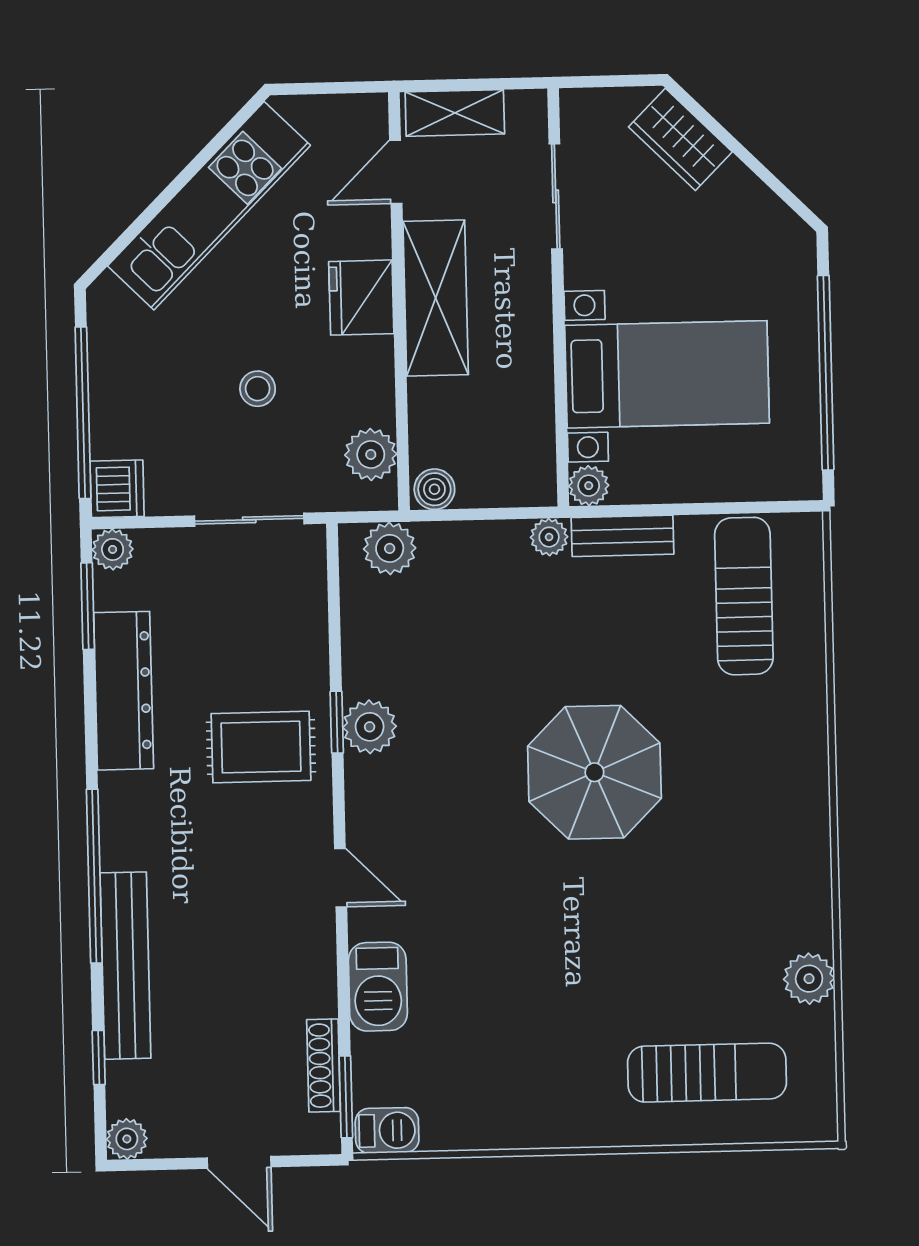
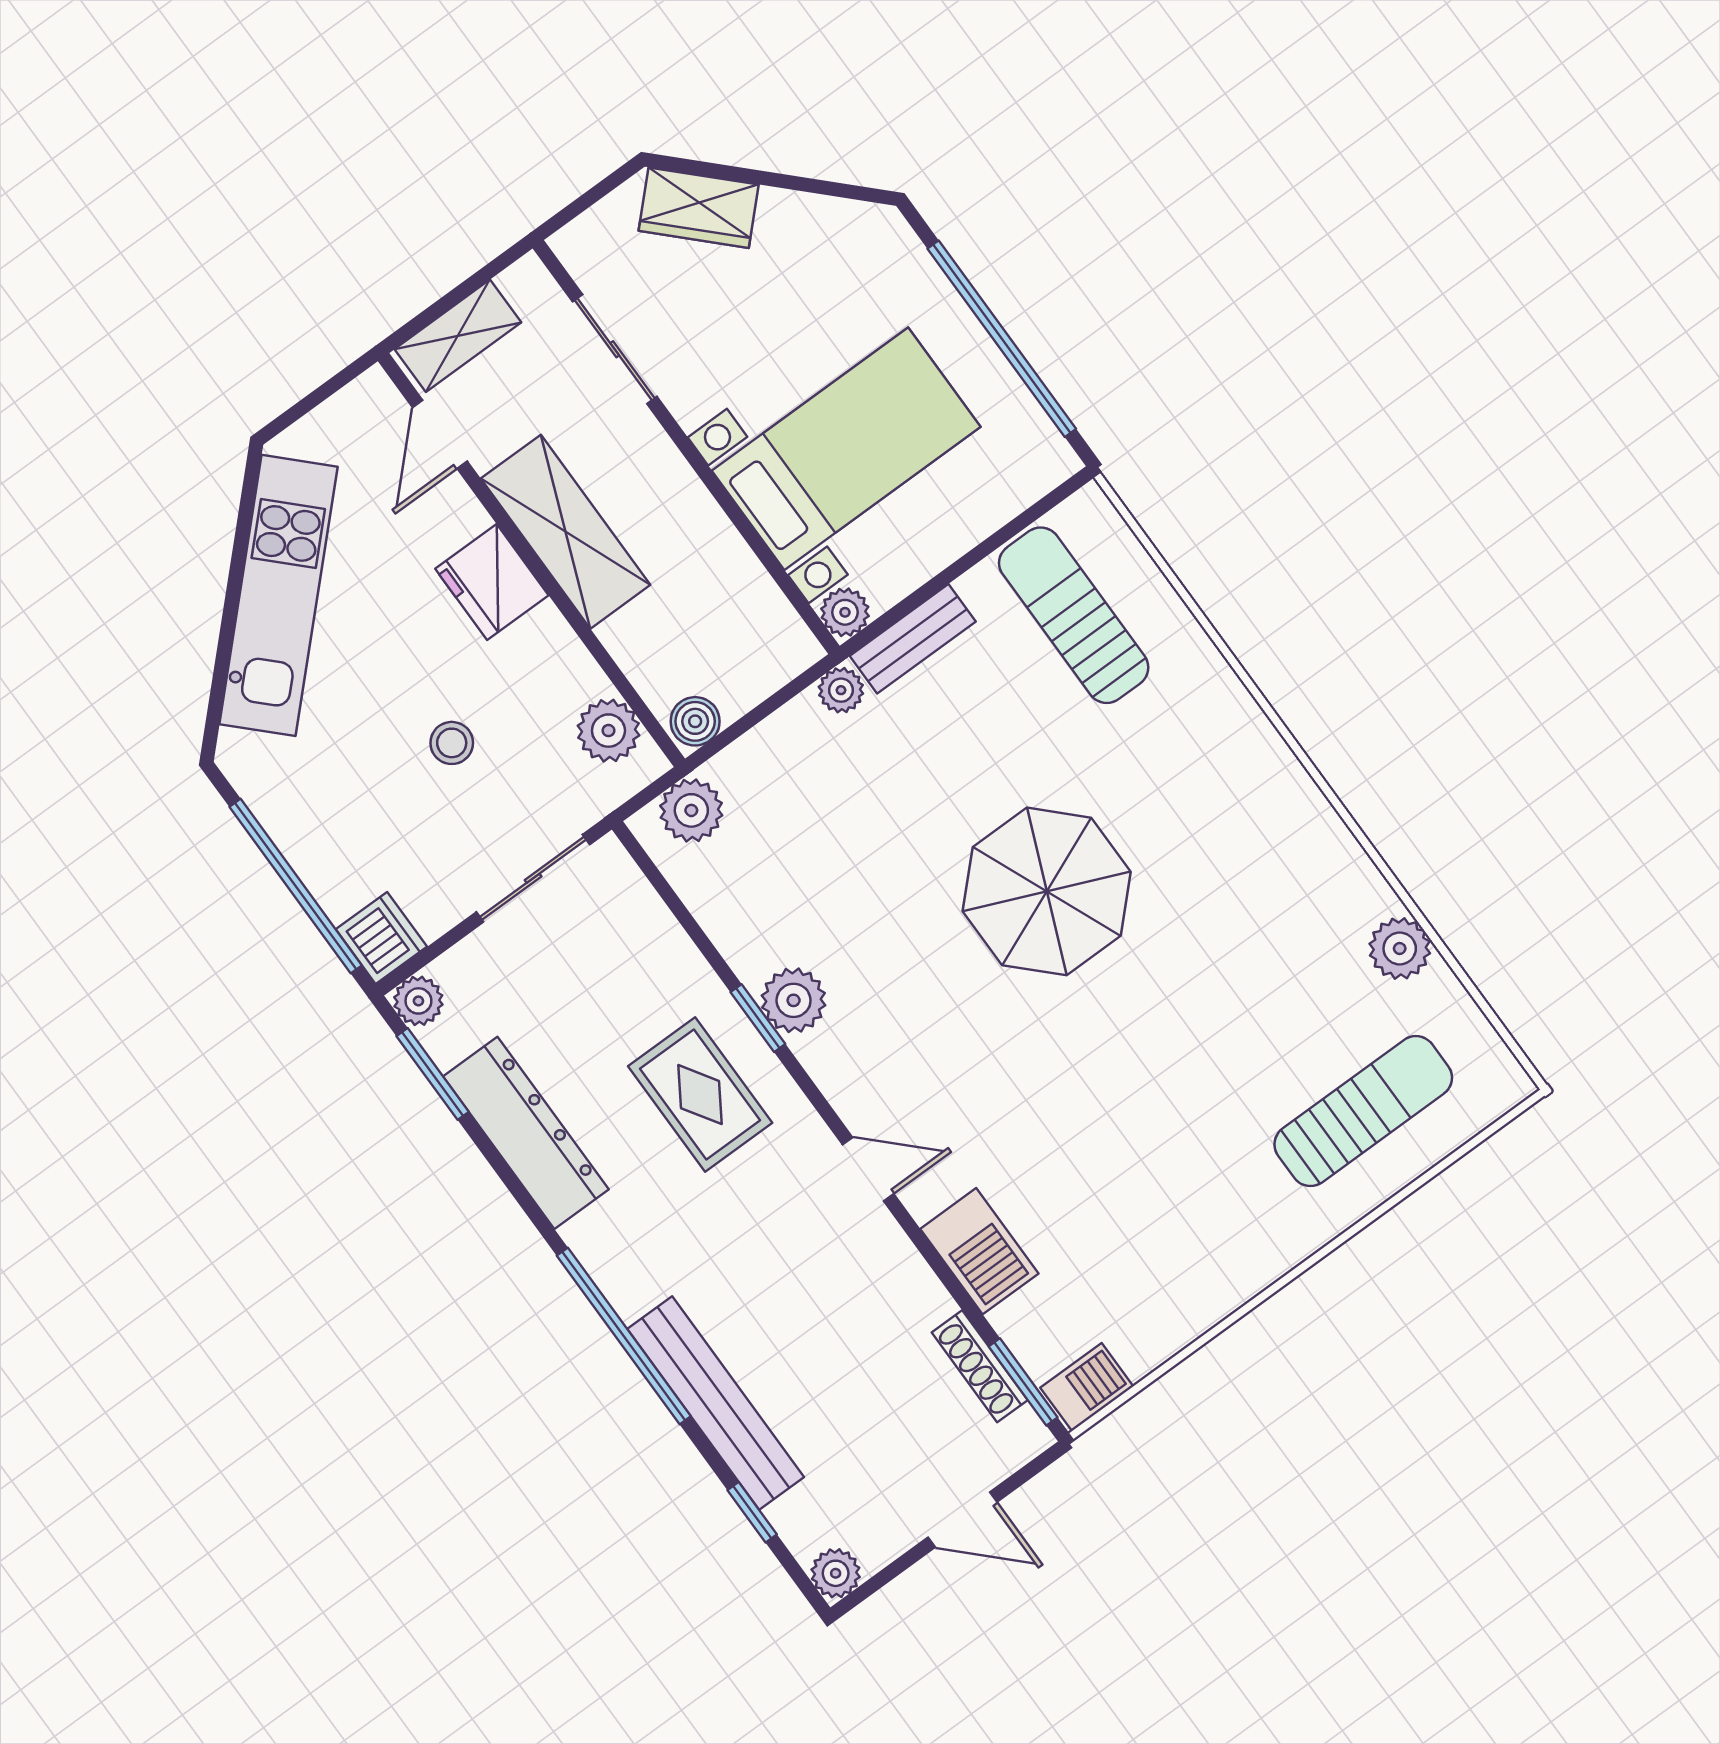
rug: (261, 747) -> (700, 1095), turned 90

